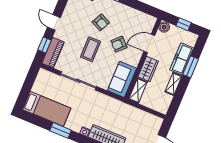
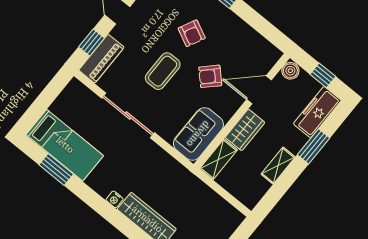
freezer: (182, 59) -> (317, 112), moved
window: (60, 130) -> (56, 170), moved

